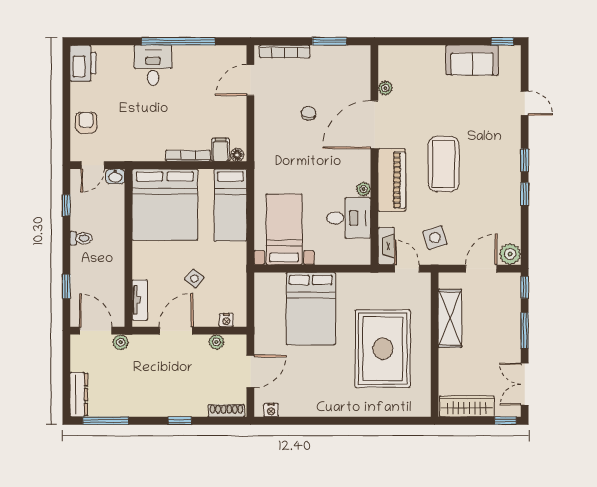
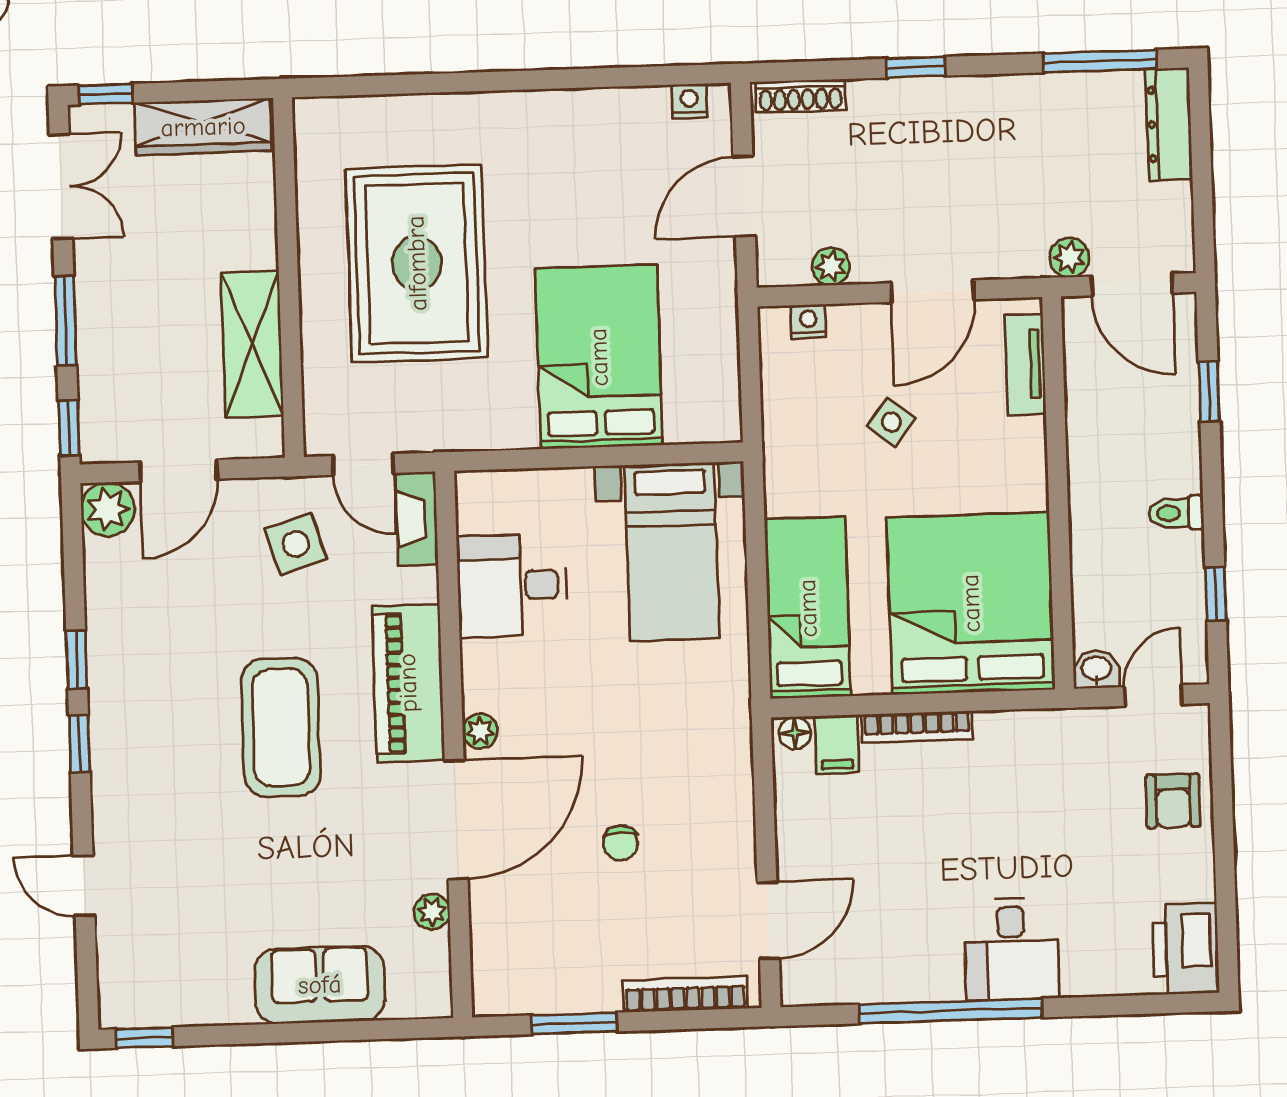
sofa: (472, 60) -> (320, 985), moved
plant: (364, 189) -> (480, 731), moved

